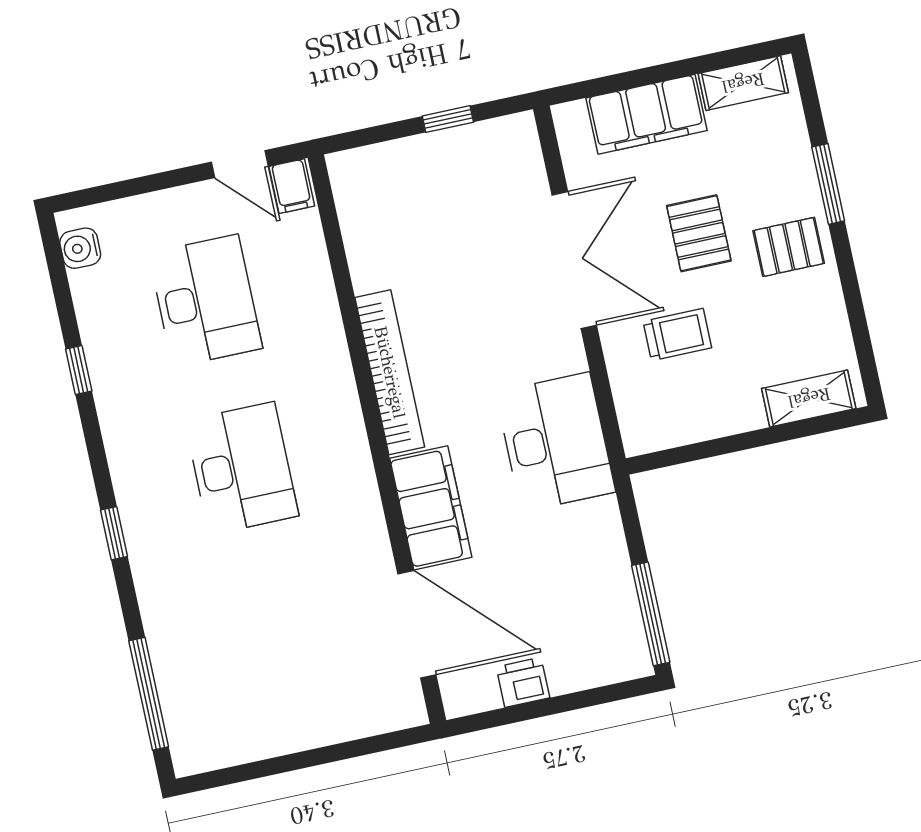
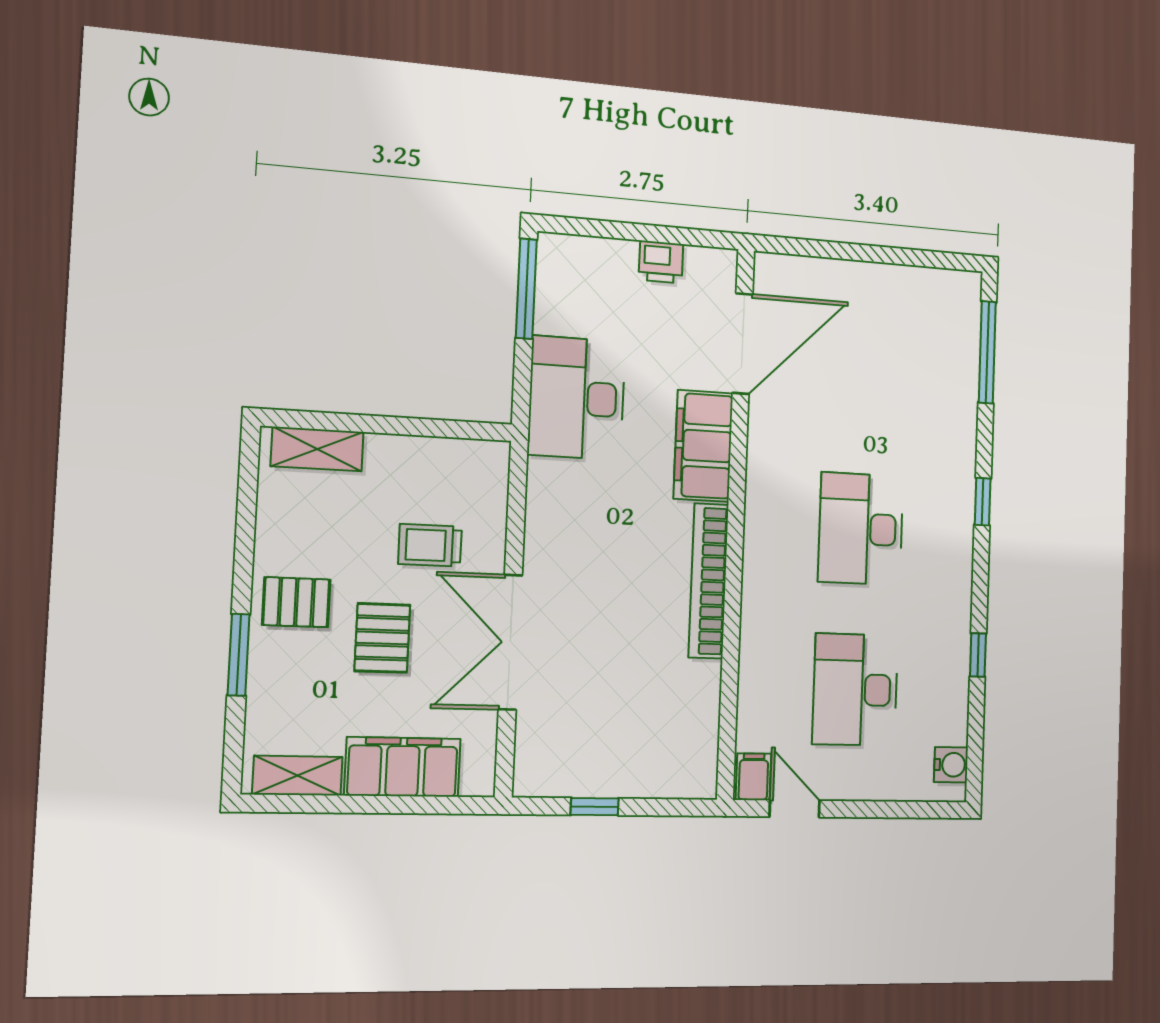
desk: (555, 442) -> (577, 398), moved
door: (417, 624) -> (742, 344), swing flipped

